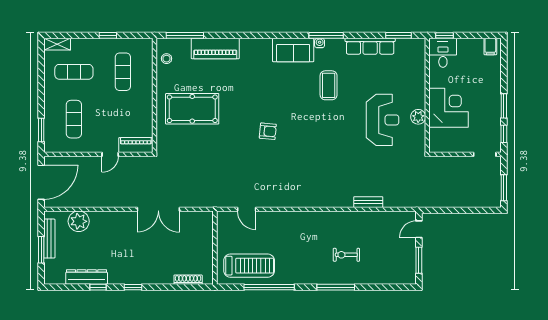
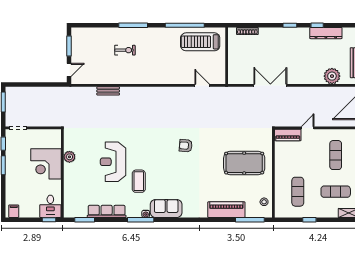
reception desk: (383, 120) -> (113, 162), moved

